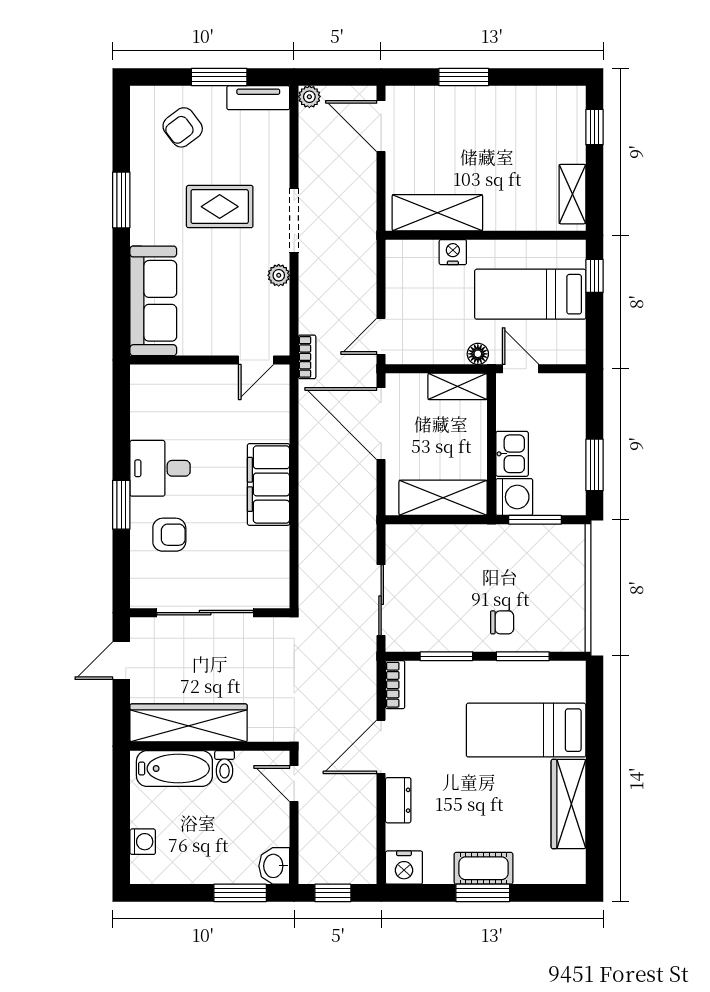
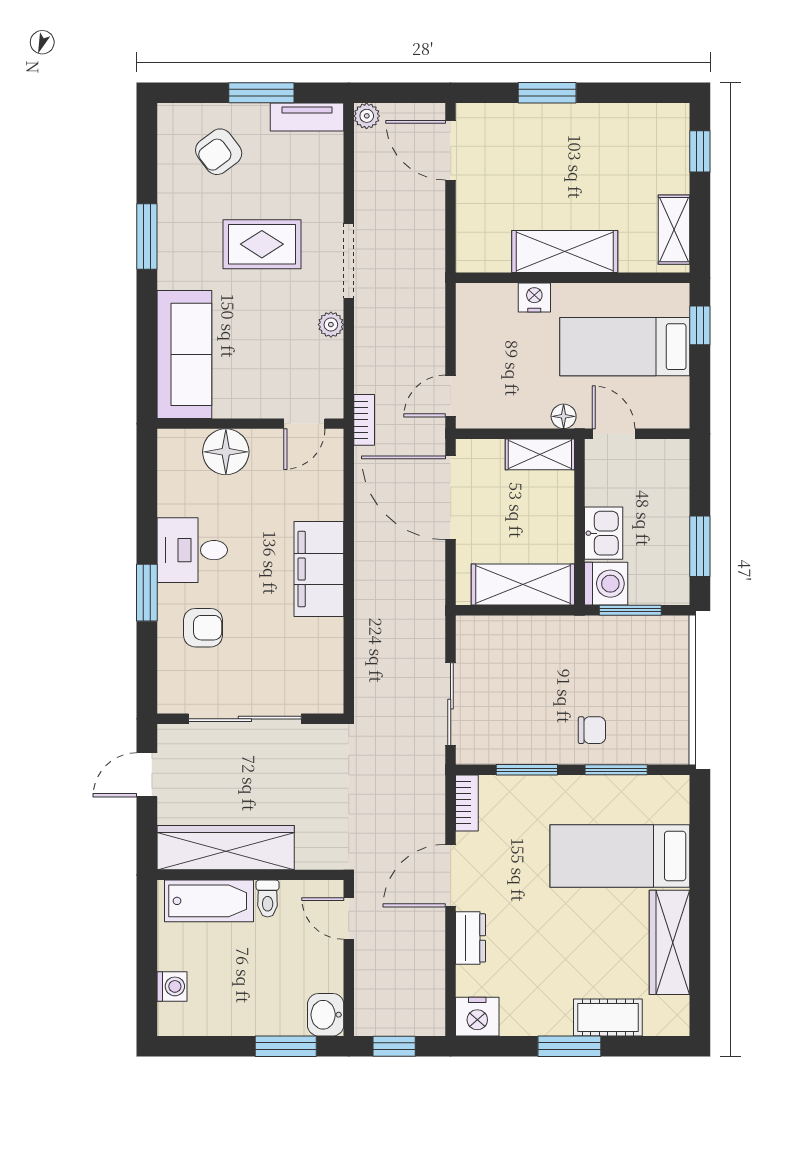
shelving: (437, 213) -> (565, 251), moved
floor lamp: (189, 384) -> (226, 452), added
cot: (483, 868) -> (608, 1017), moved

